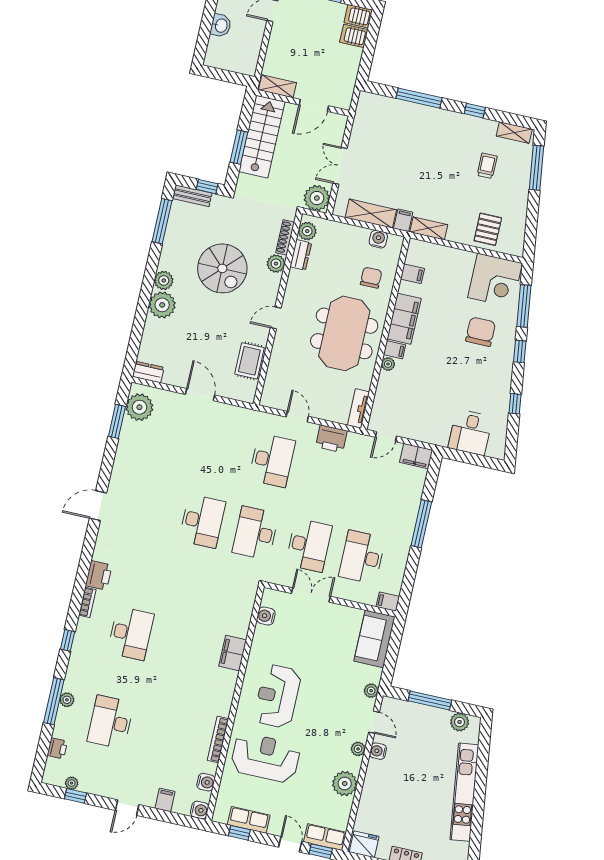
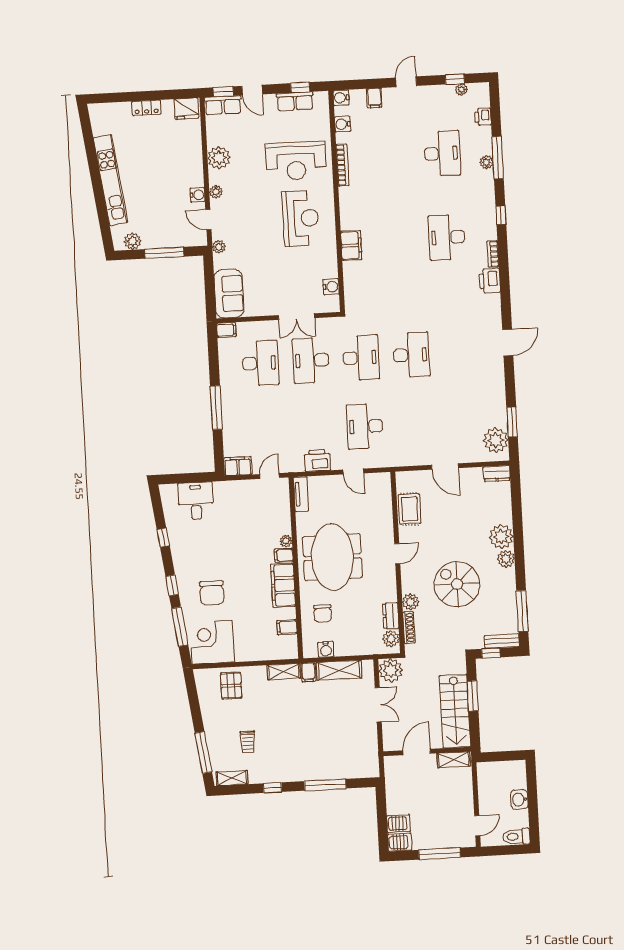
desk: (202, 521) -> (411, 355), turned 180

